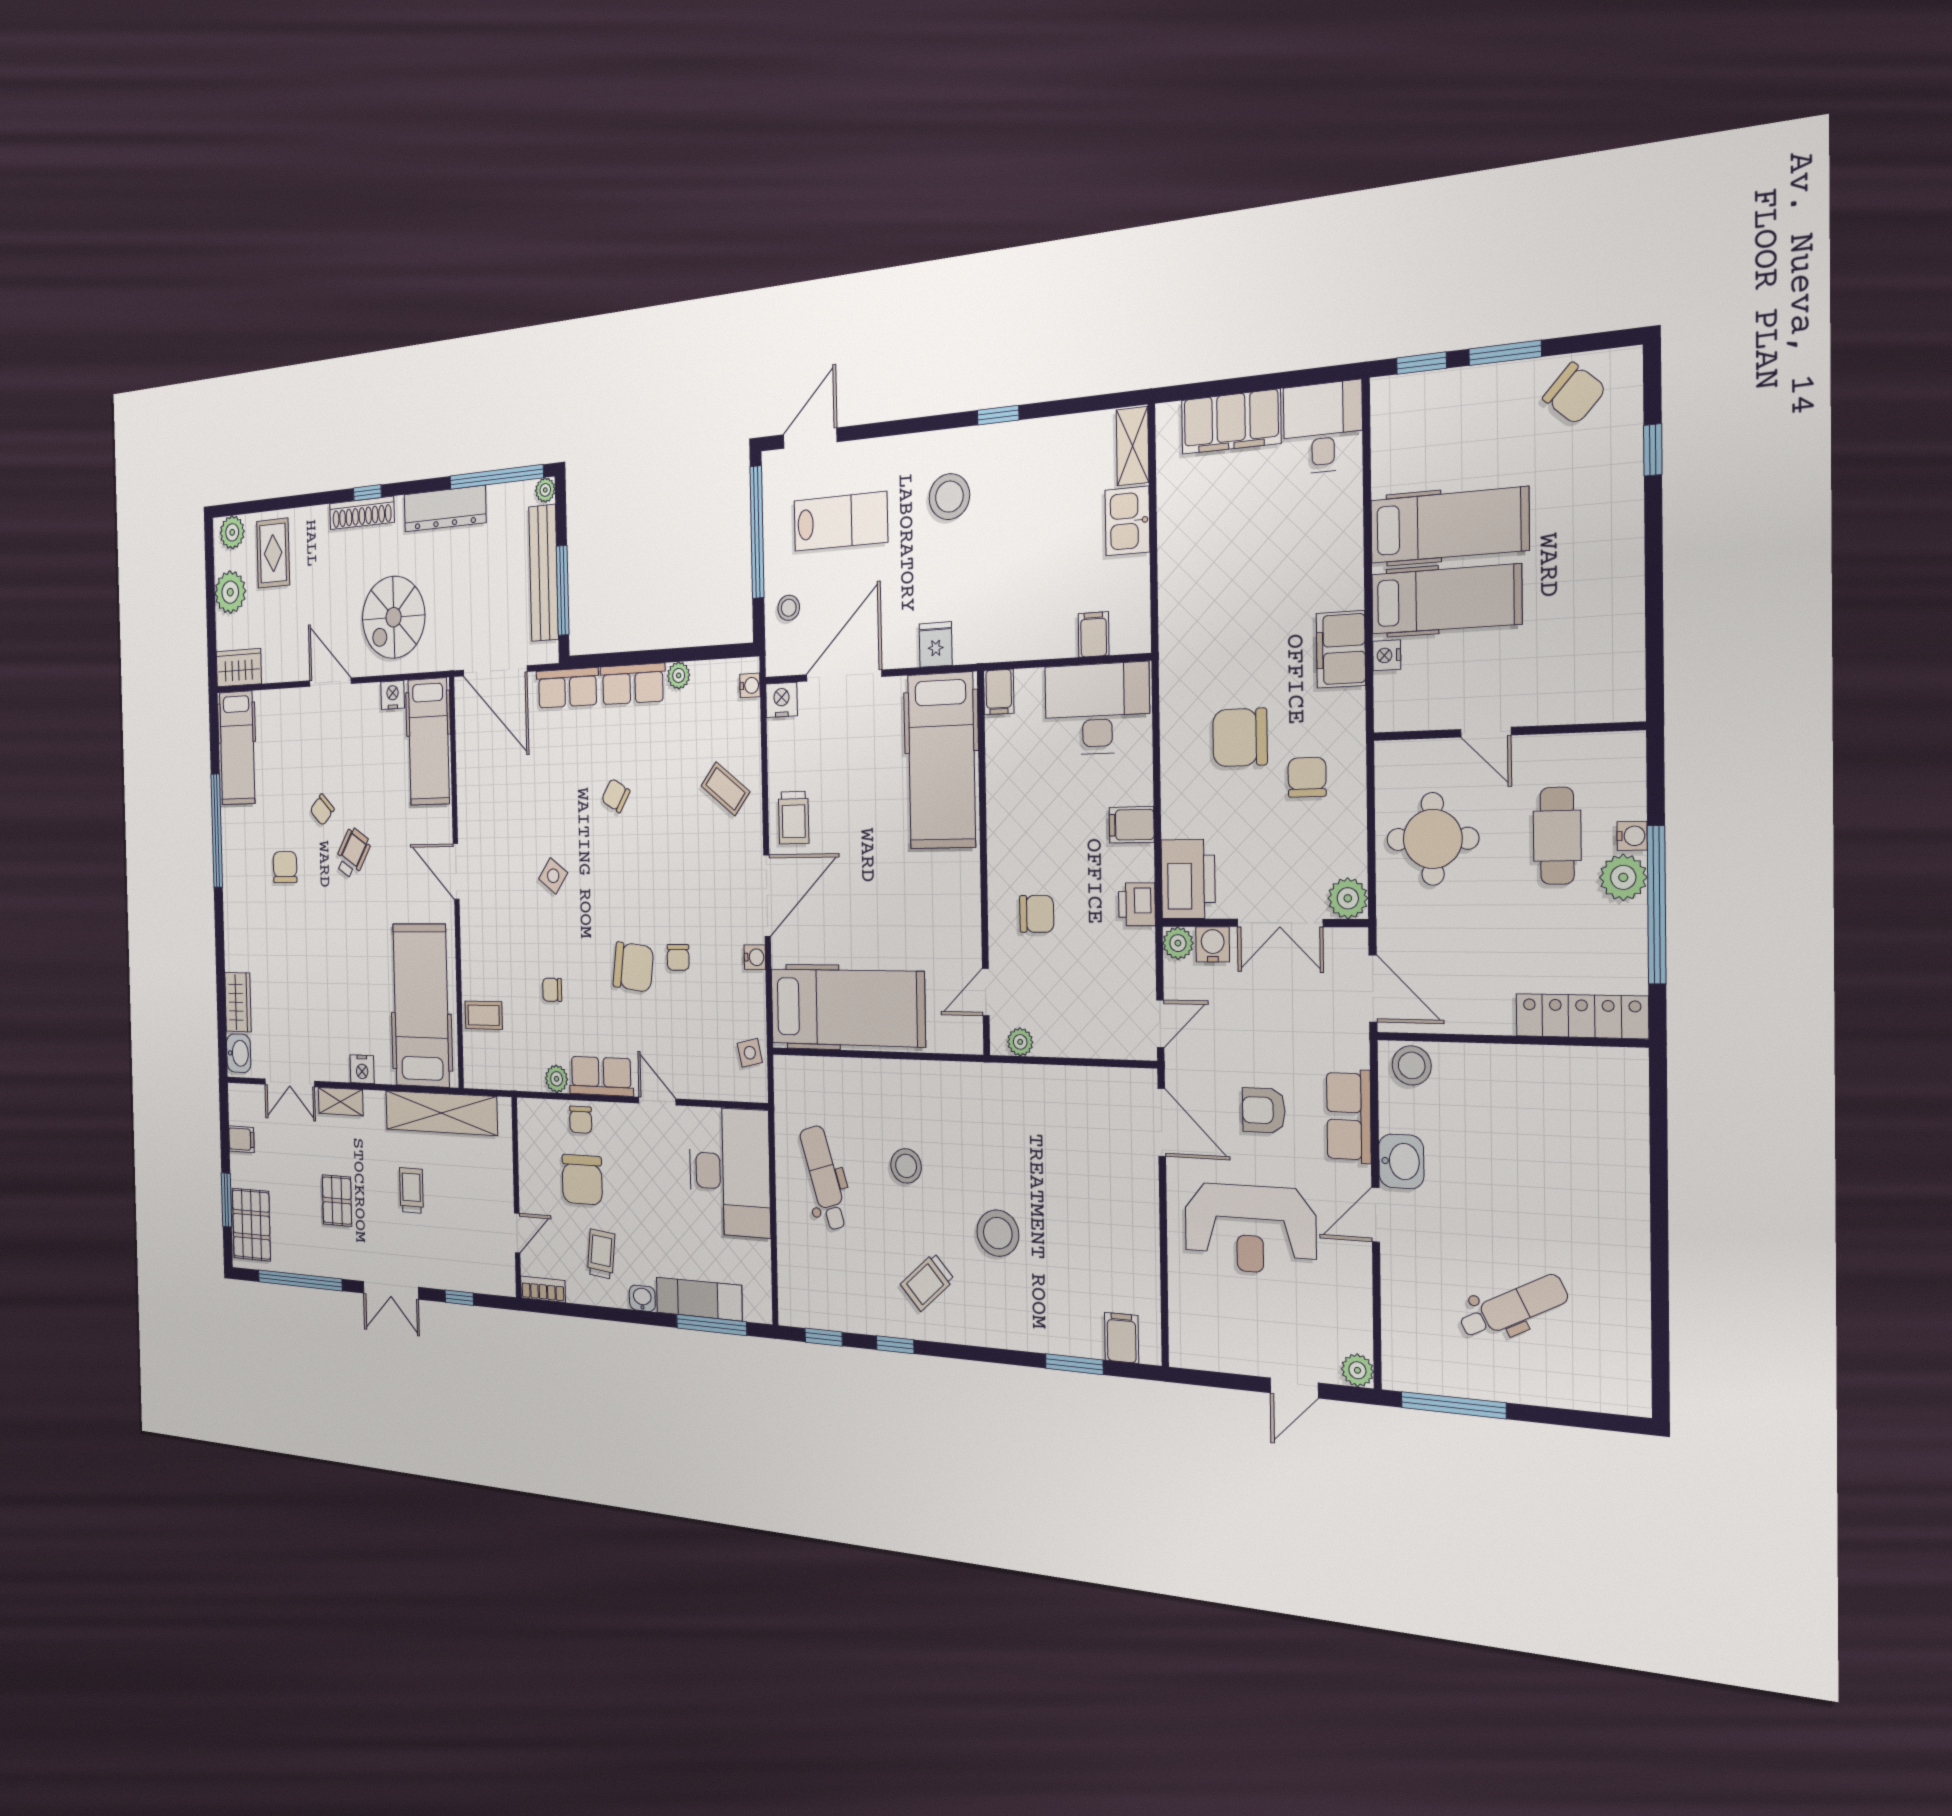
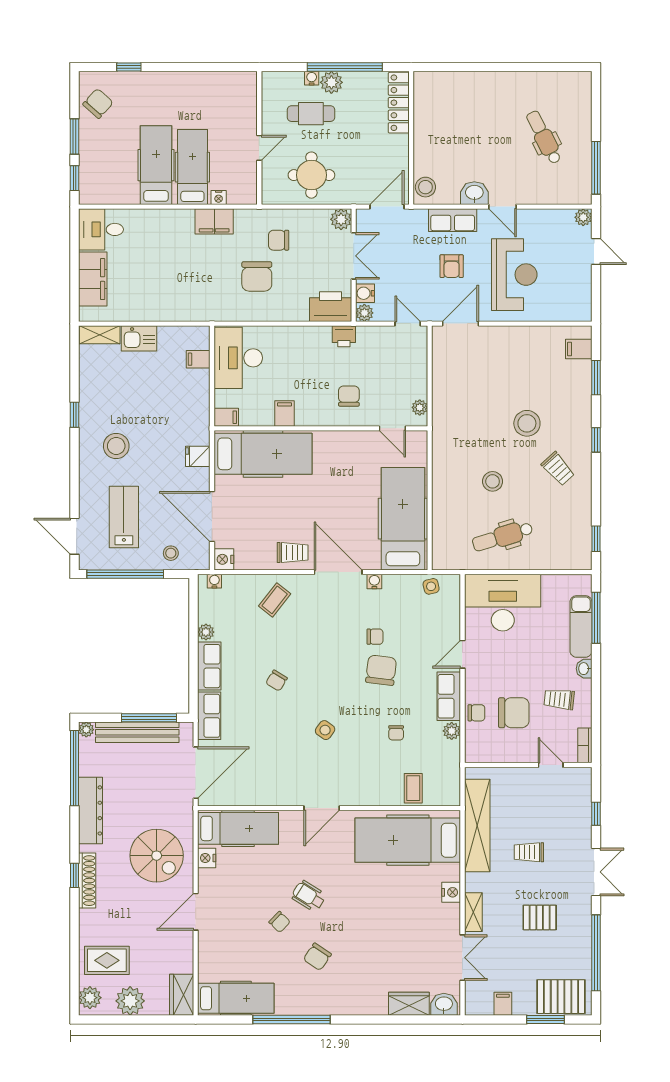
filing cabinet: (1132, 825) -> (285, 413), moved, turned 180
chair: (285, 867) -> (317, 957), turned -56
window: (895, 1345) -> (596, 440), moved

